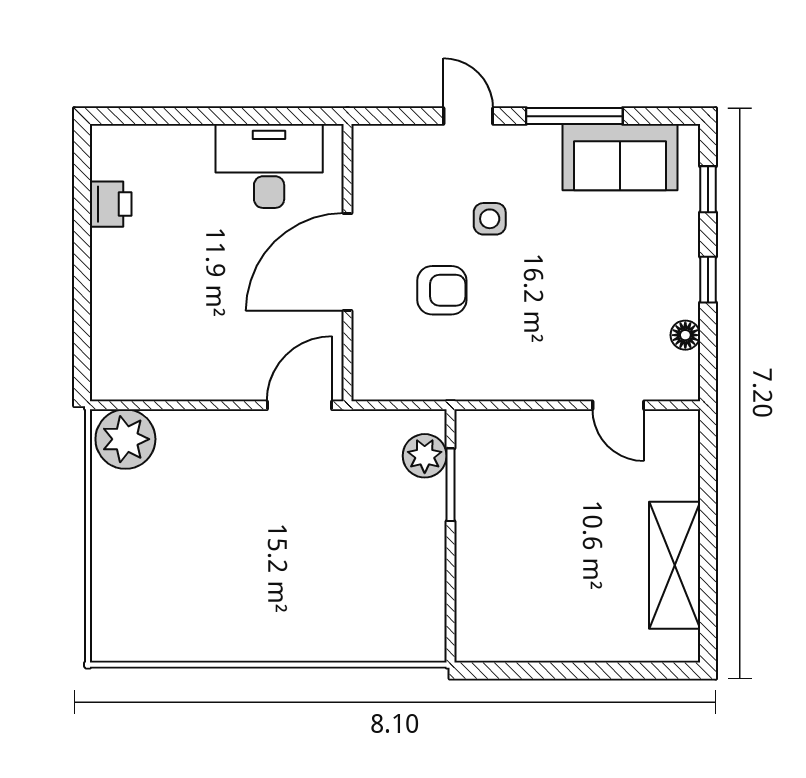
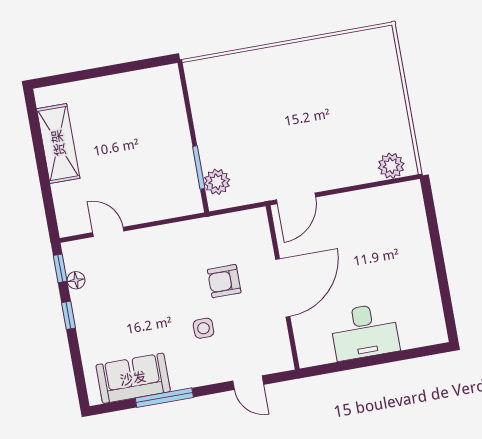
door: (468, 116) -> (248, 383), moved
desk: (269, 166) -> (365, 332), moved
window: (708, 189) -> (60, 268), moved
printer: (111, 204) -> (428, 297), removed
plant: (125, 439) -> (391, 166), width x0.73, depth x0.73

